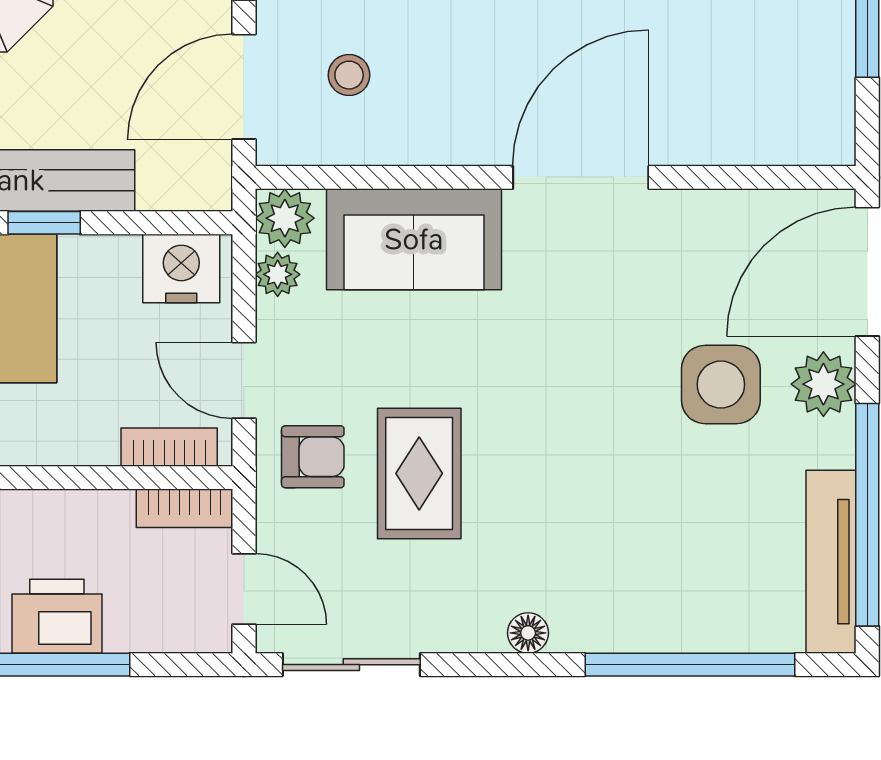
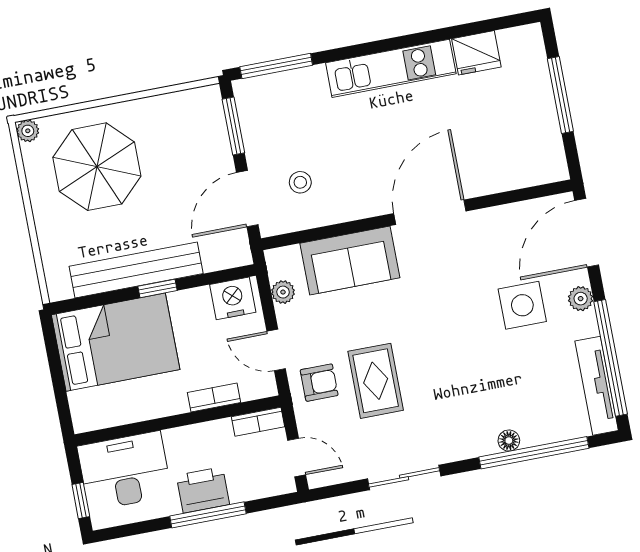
plant: (285, 218) -> (281, 262), removed
plant: (823, 384) -> (581, 299), width x0.73, depth x0.73
bookcase: (169, 447) -> (214, 398), moved
floor lamp: (528, 633) -> (509, 441), moved
sliding door: (351, 665) -> (404, 477), moved

